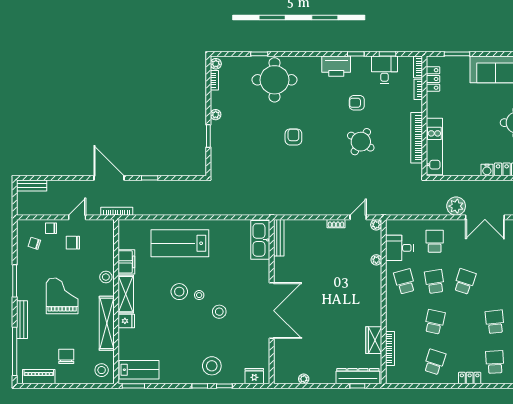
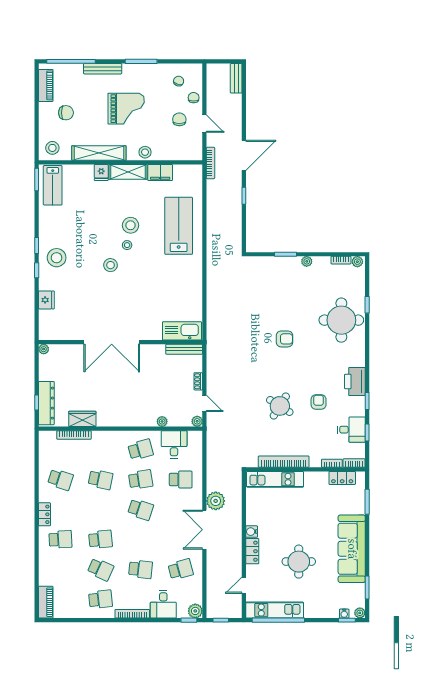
bench: (279, 238) -> (184, 349), moved
kitchen sink: (260, 240) -> (182, 331), moved
wall: (272, 302) -> (121, 342), moved
double door: (272, 311) -> (112, 342), moved

